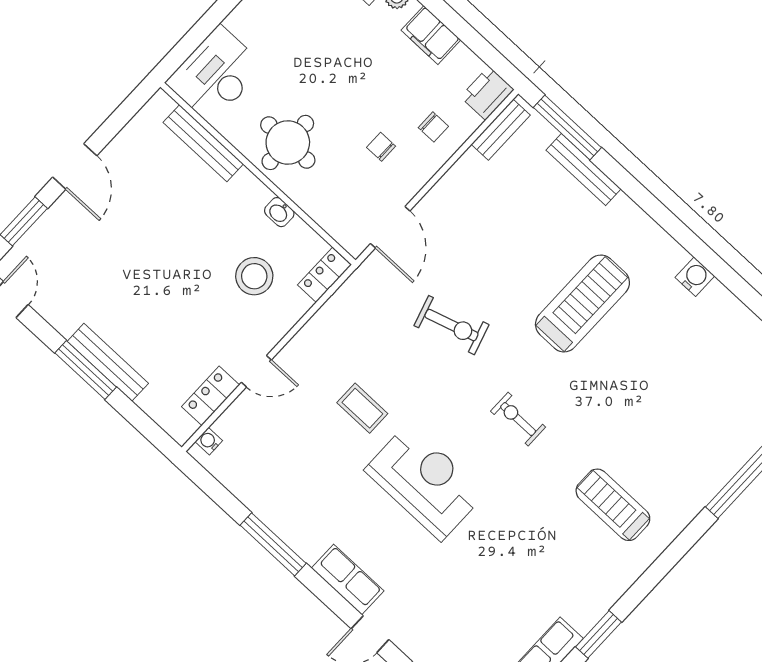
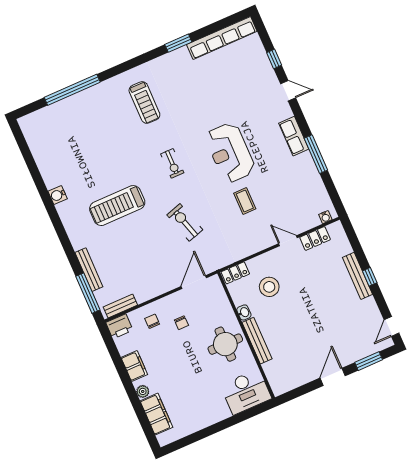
bench: (203, 143) -> (257, 341), moved
window: (86, 370) -> (370, 277), width x0.46
row of seats: (348, 579) -> (294, 136), moved

